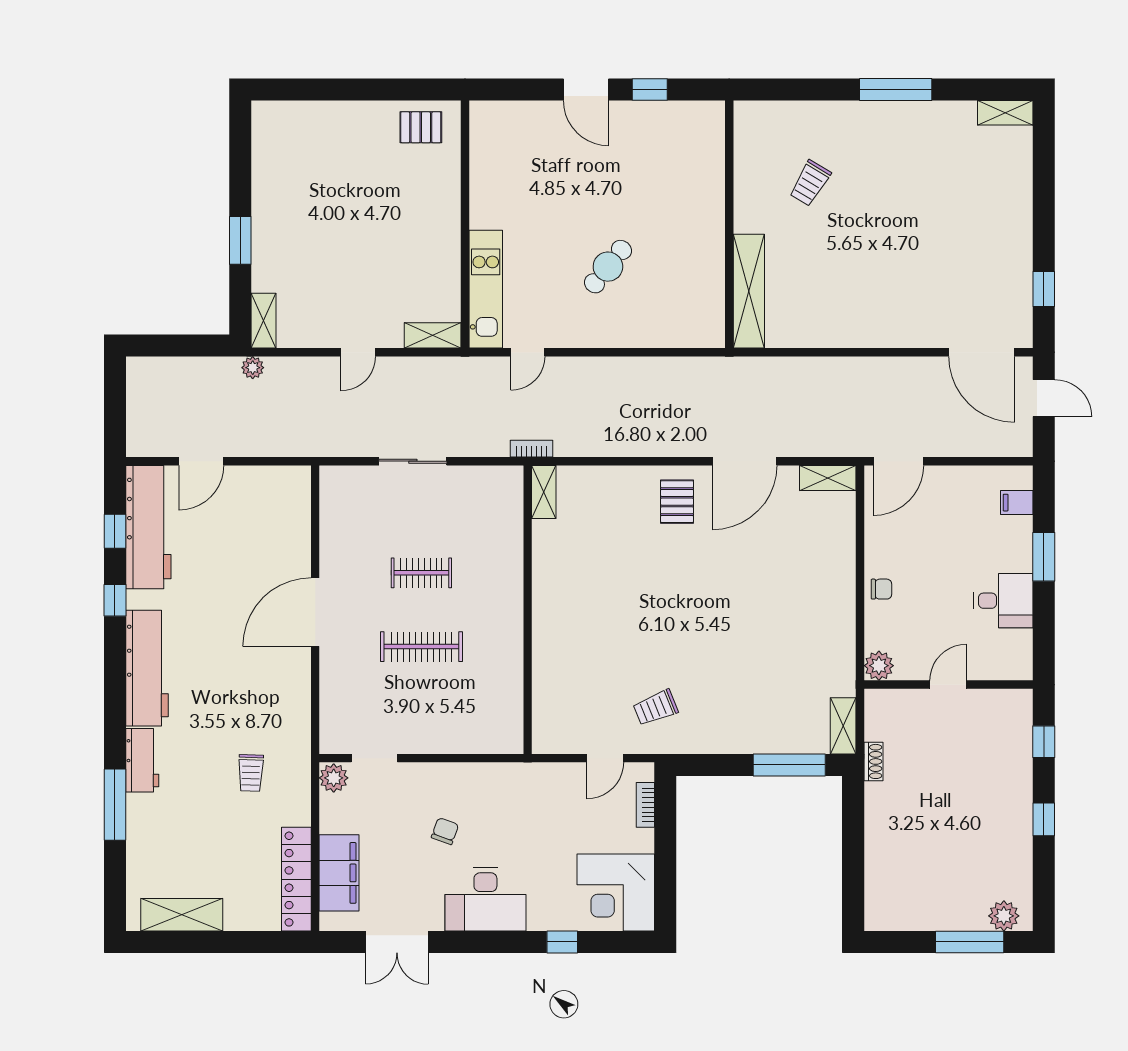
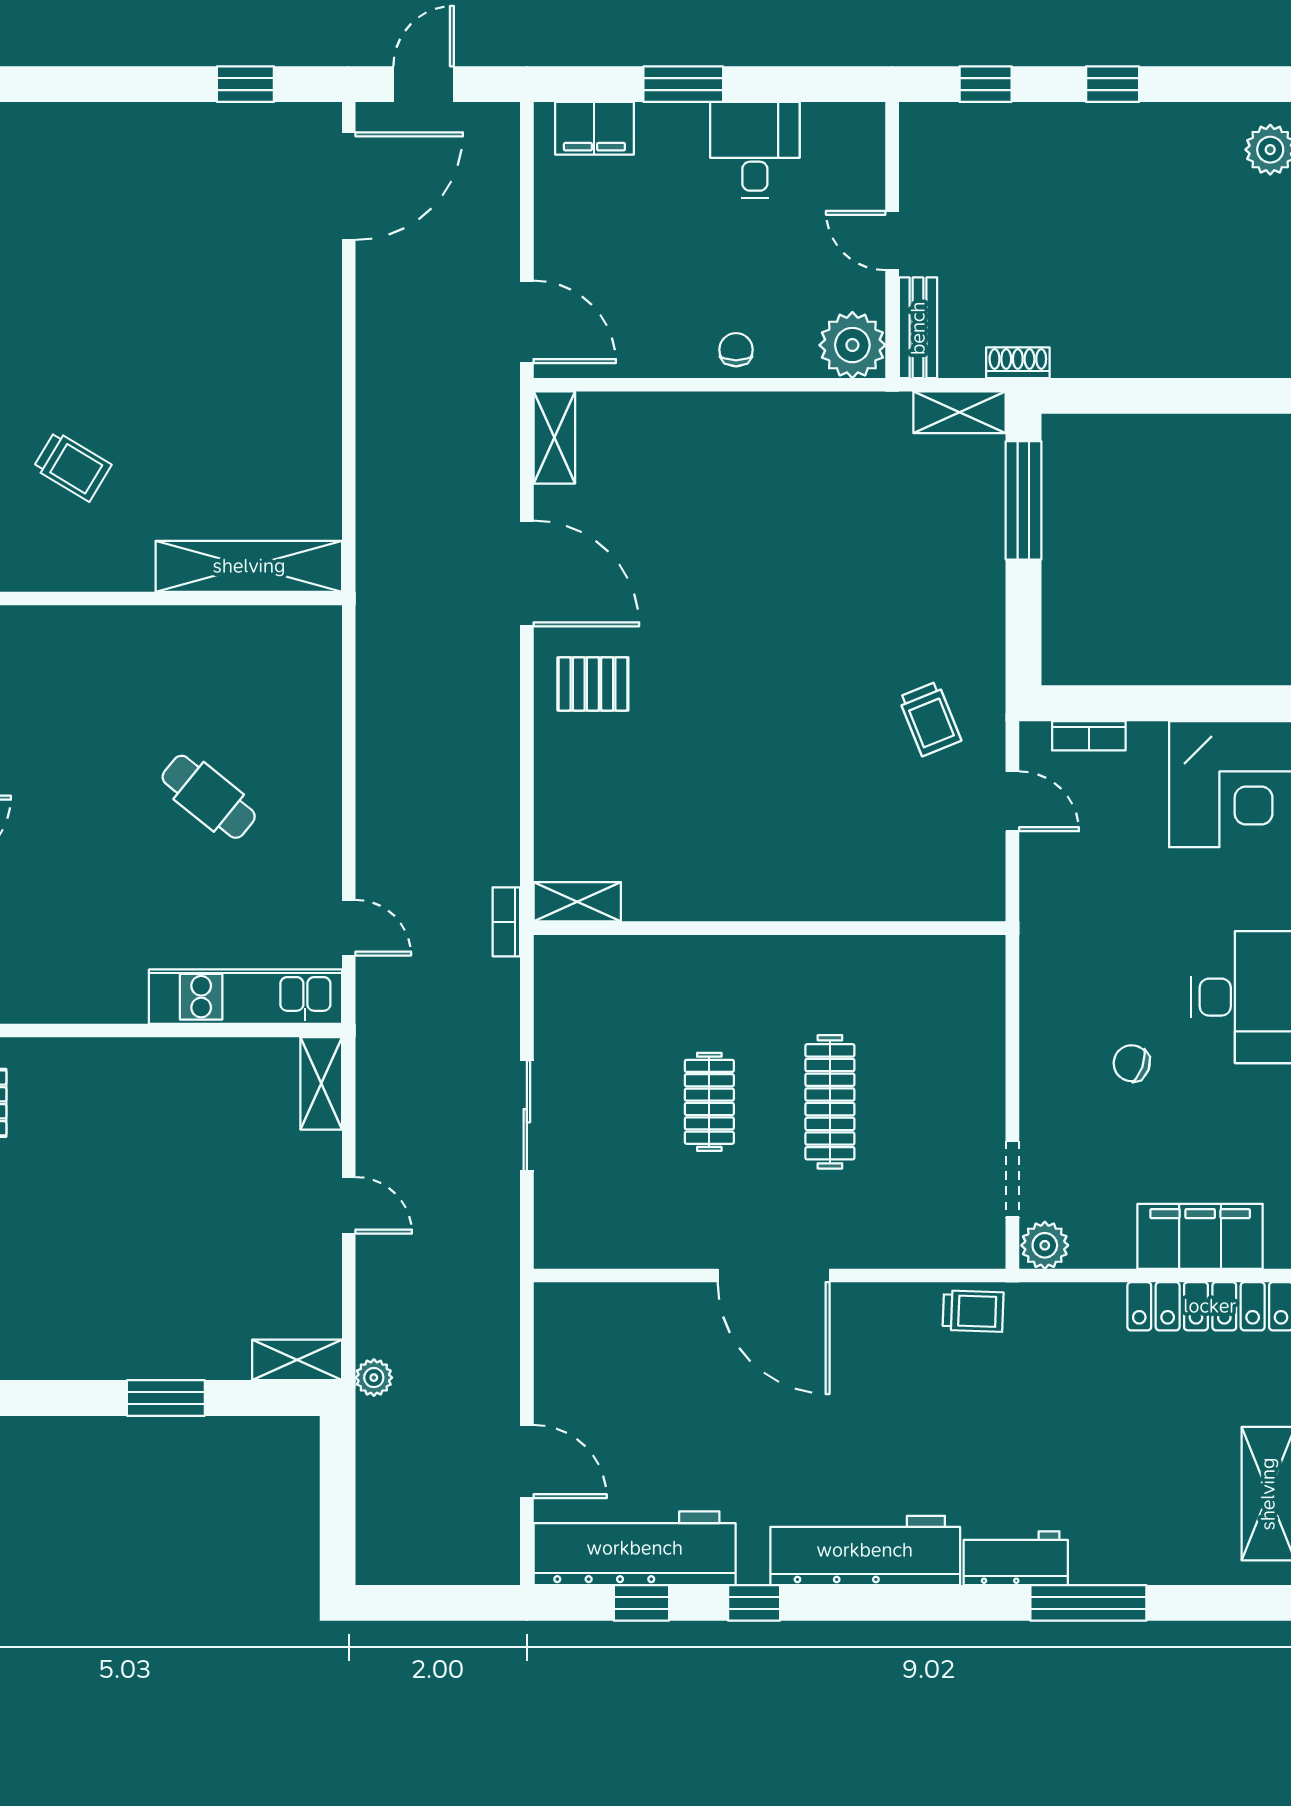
filing cabinet: (1017, 503) -> (594, 128), width x2.00
plant: (879, 666) -> (852, 345), width x1.36, depth x1.36
bench: (895, 700) -> (918, 328), added
trolley: (251, 773) -> (973, 1311), moved

